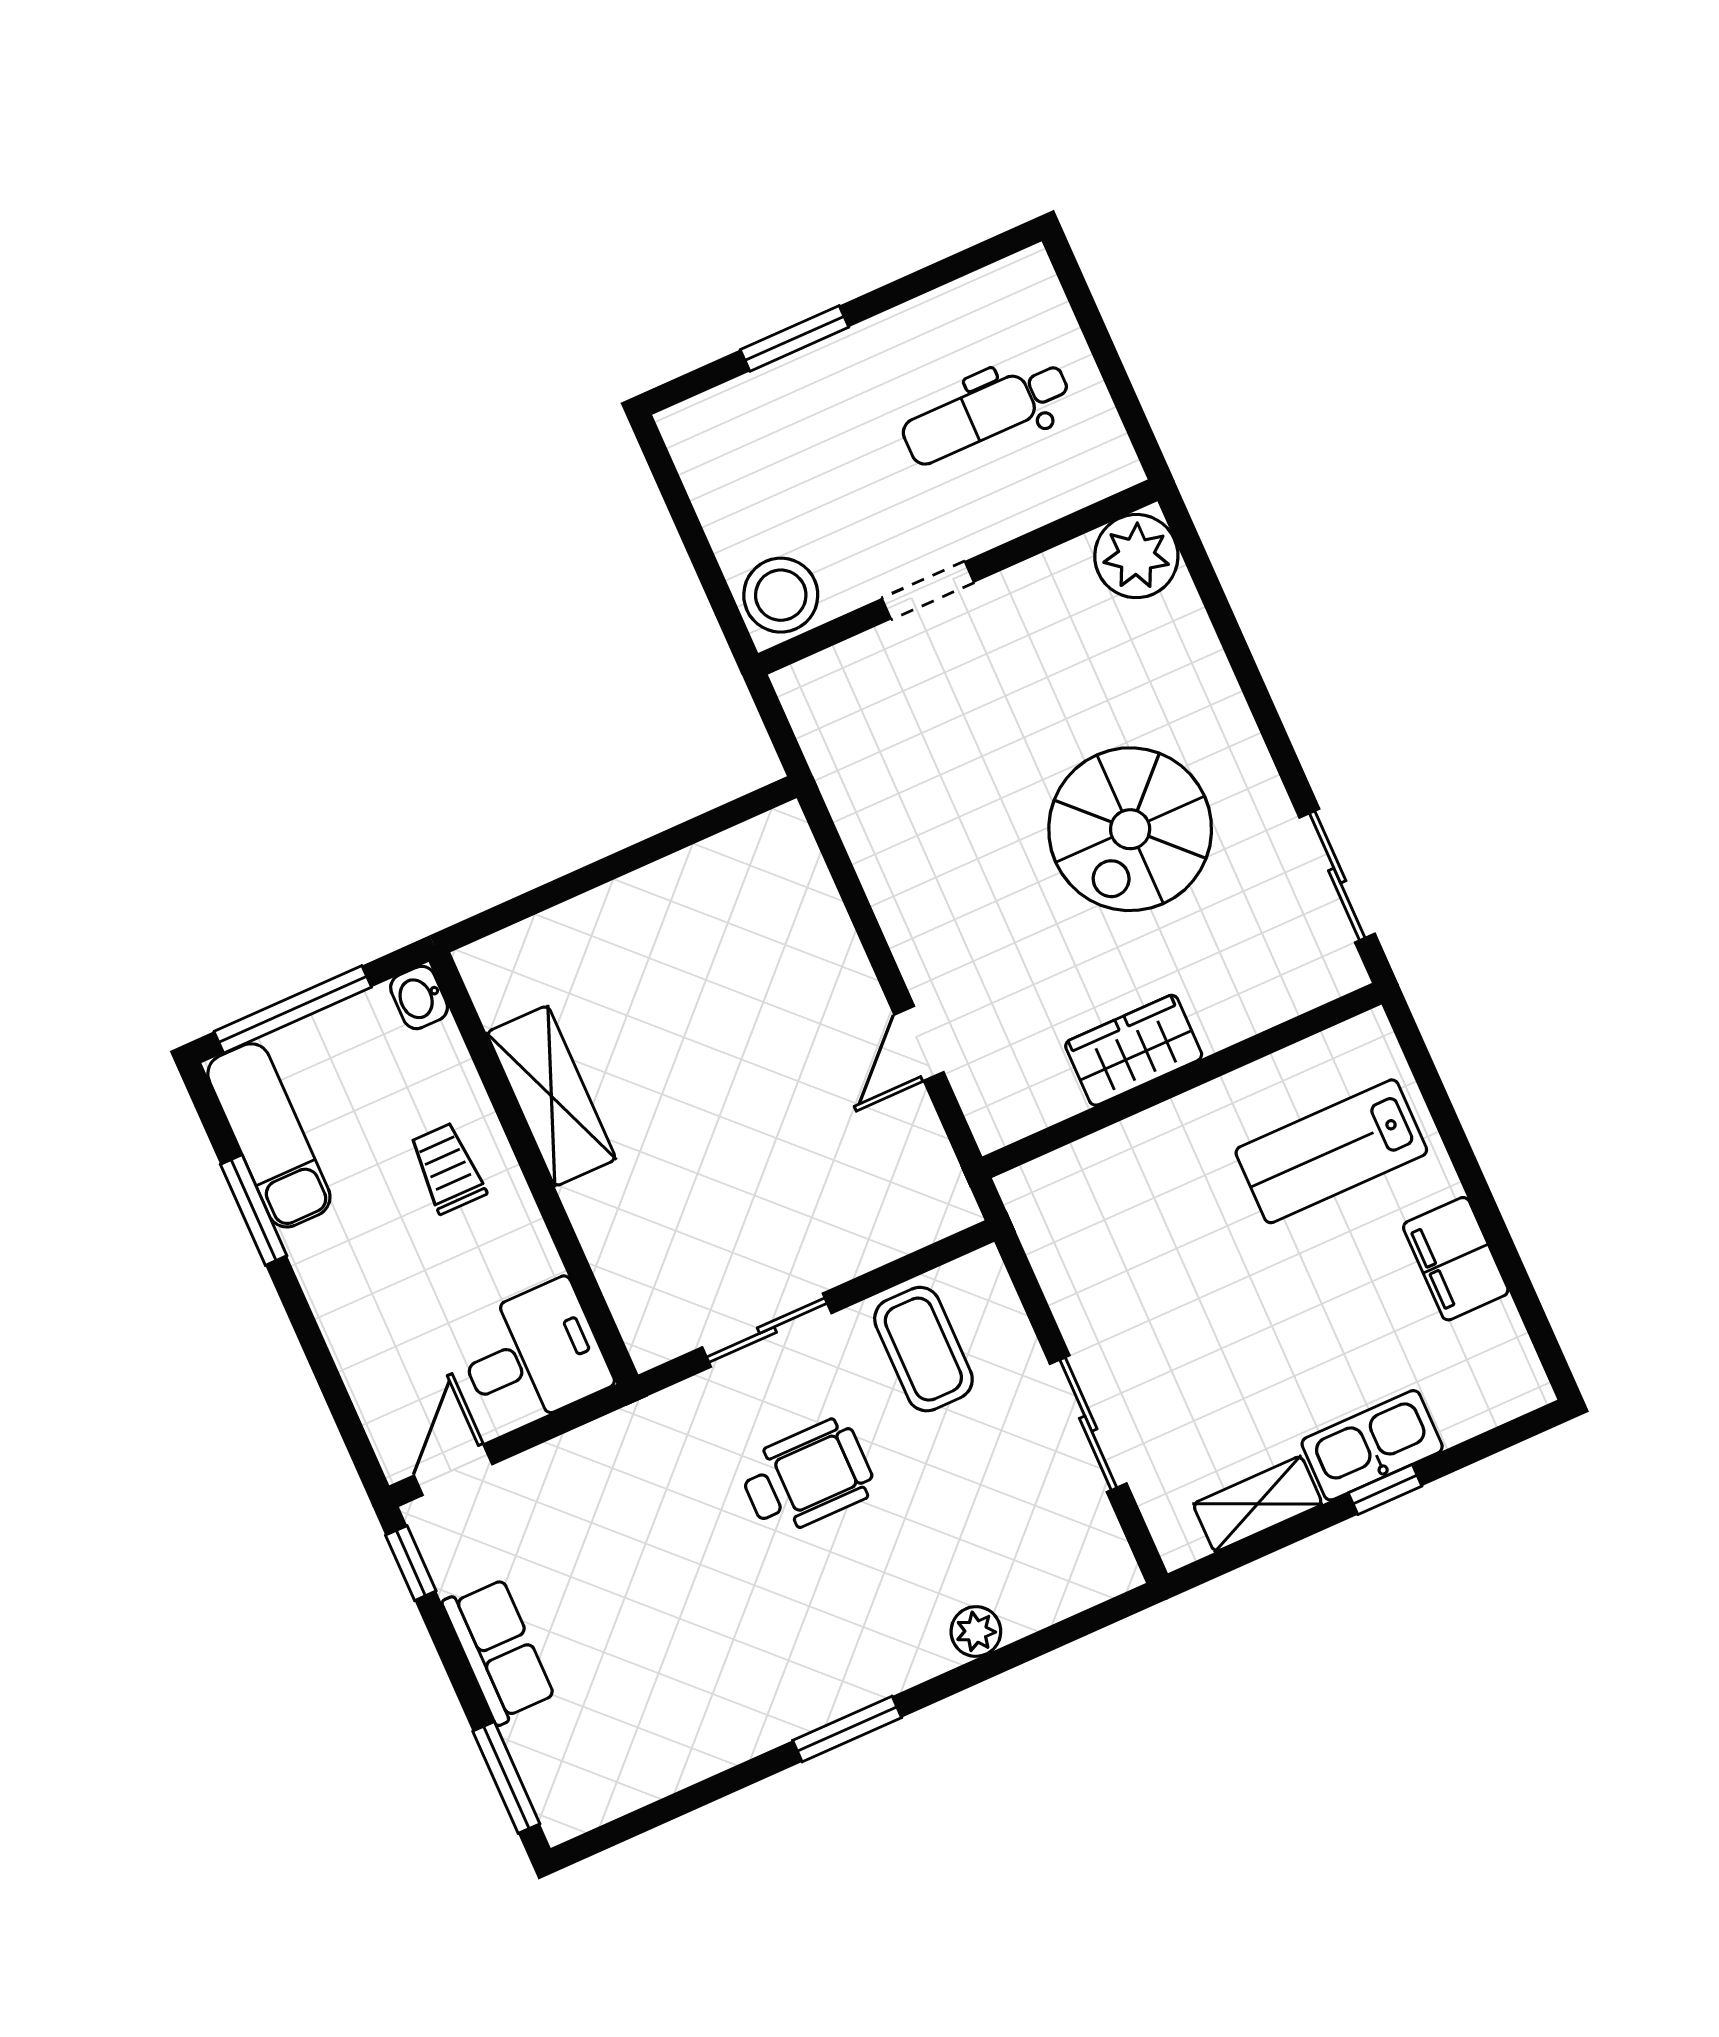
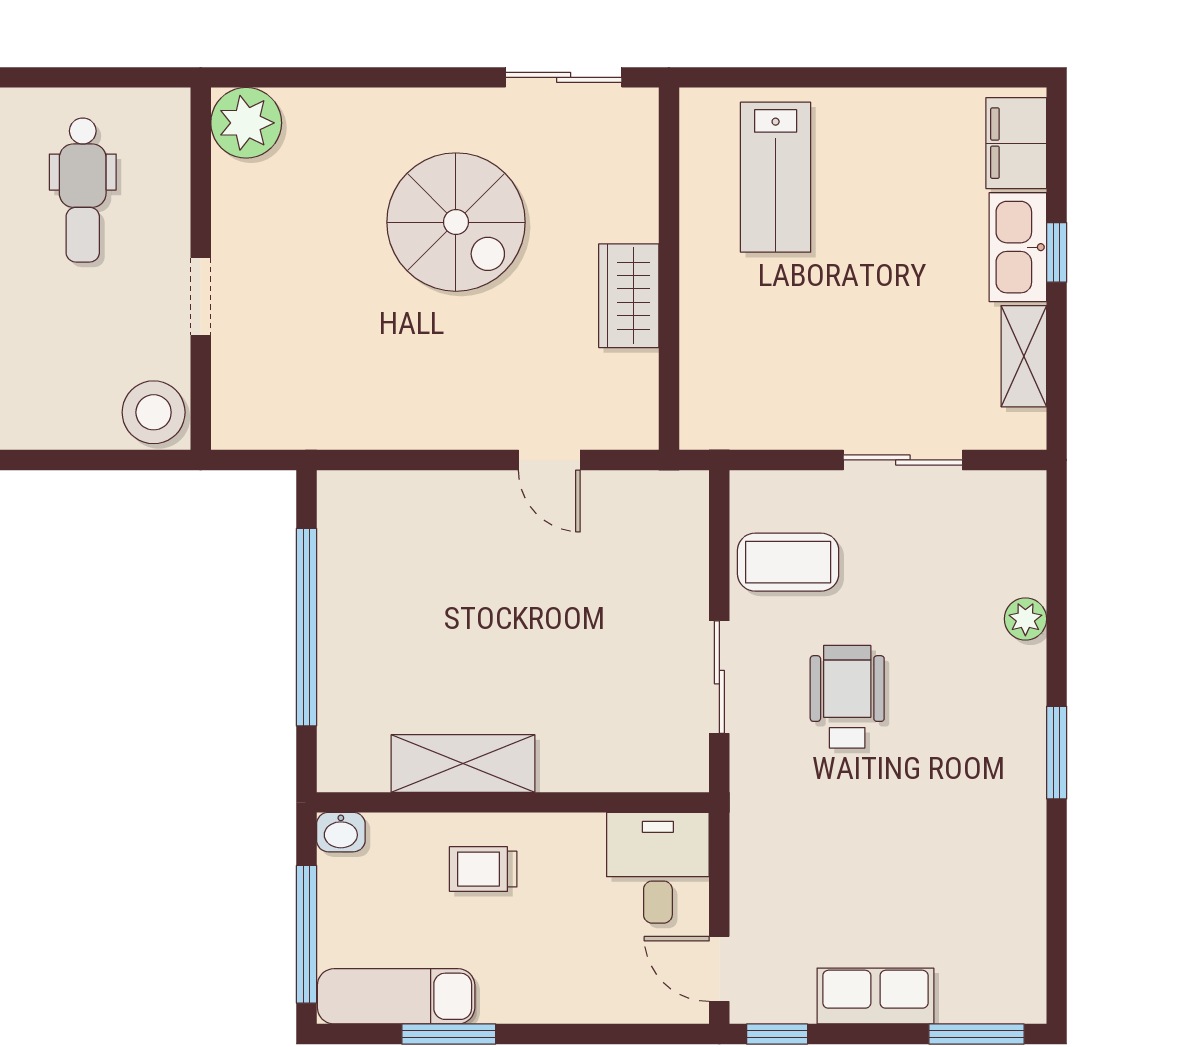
window: (623, 862) -> (306, 627), added
filing cabinet: (1456, 1259) -> (1016, 143), moved, turned 90

